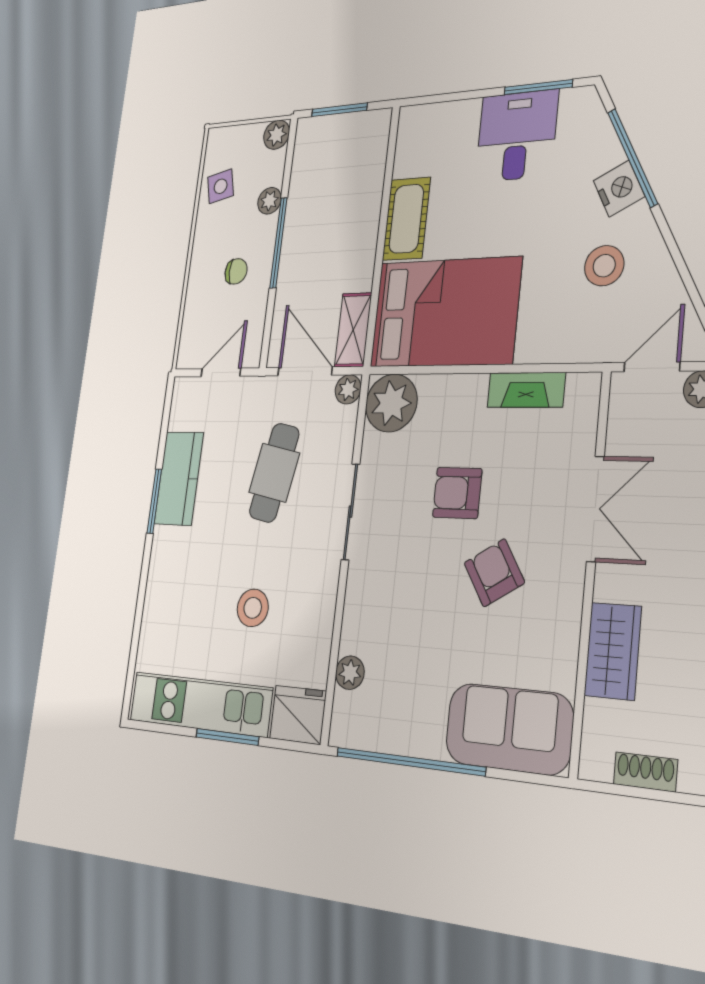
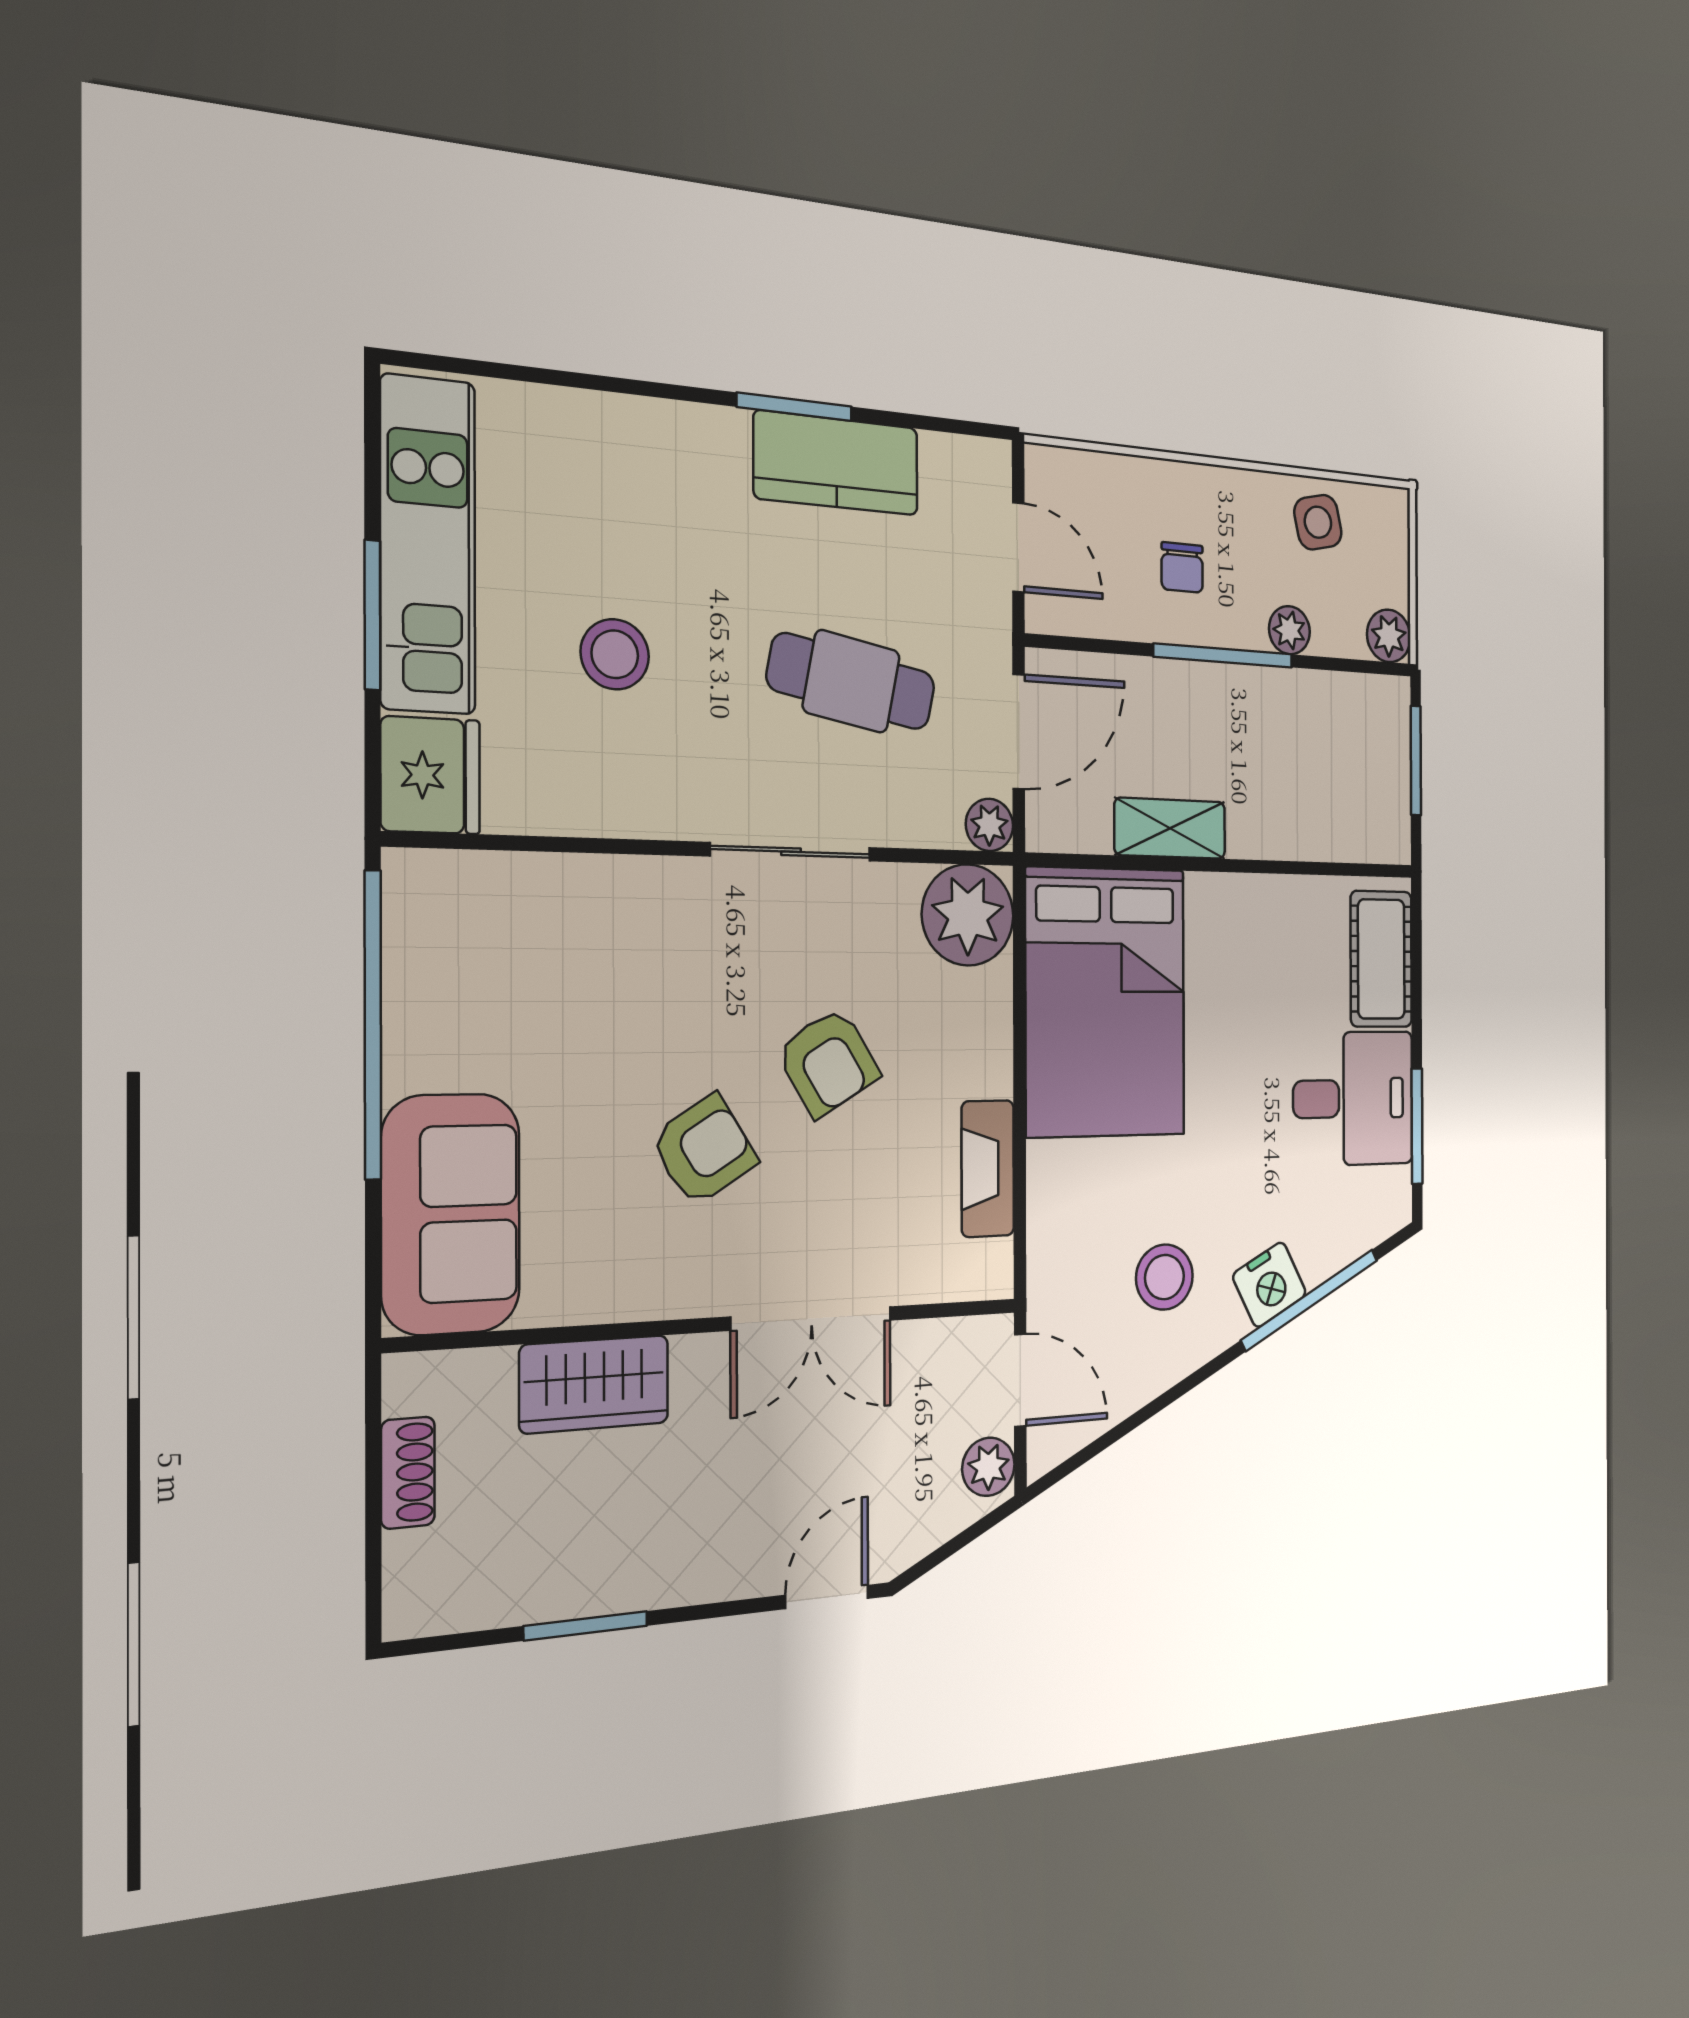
cot: (406, 219) -> (1381, 959), moved, turned 90
shelving: (353, 330) -> (1170, 828), moved
armchair: (457, 493) -> (828, 1062), turned 149
plant: (350, 673) -> (516, 881), removed

